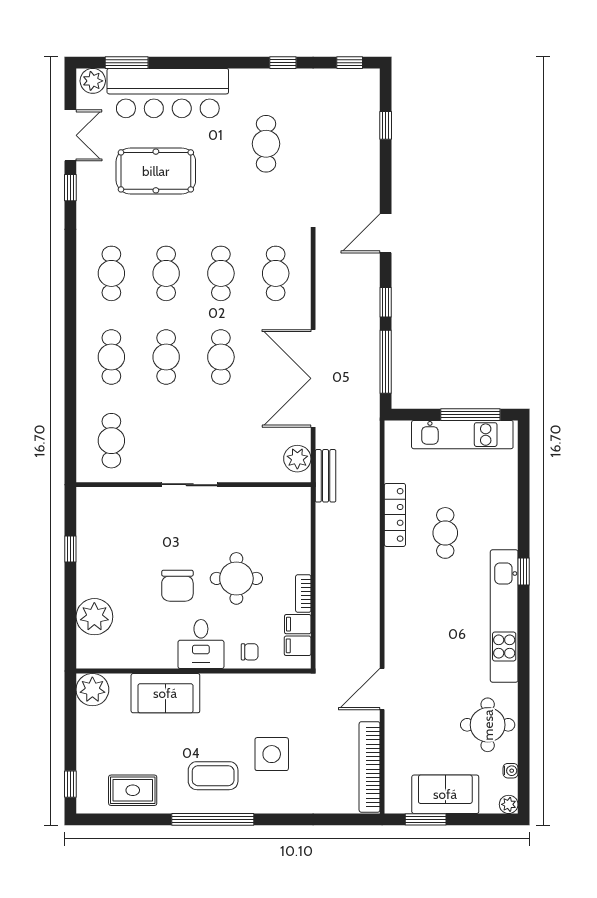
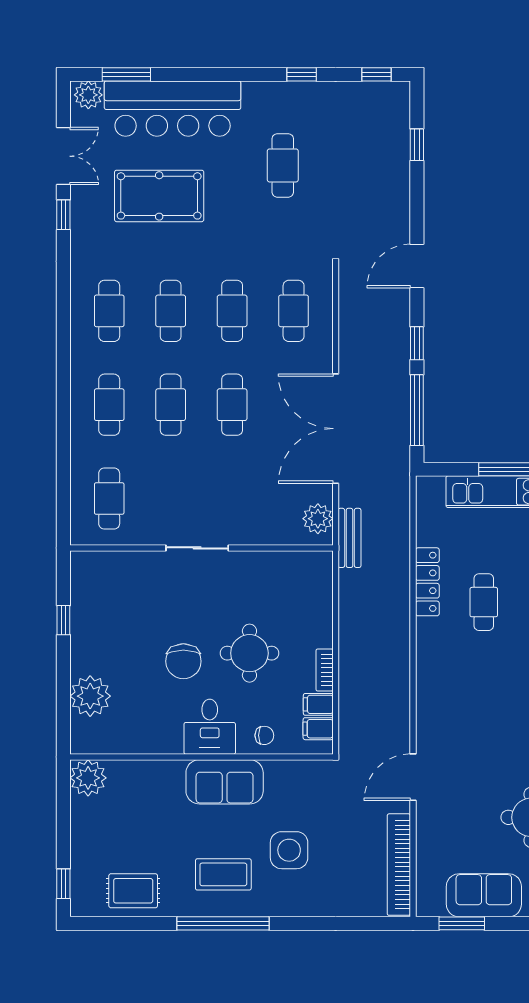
sofa: (165, 693) -> (225, 782), moved

